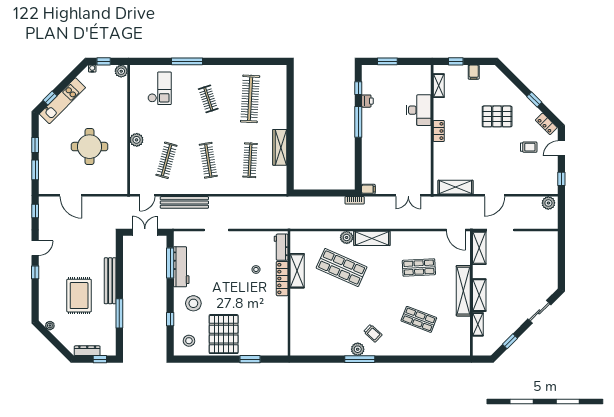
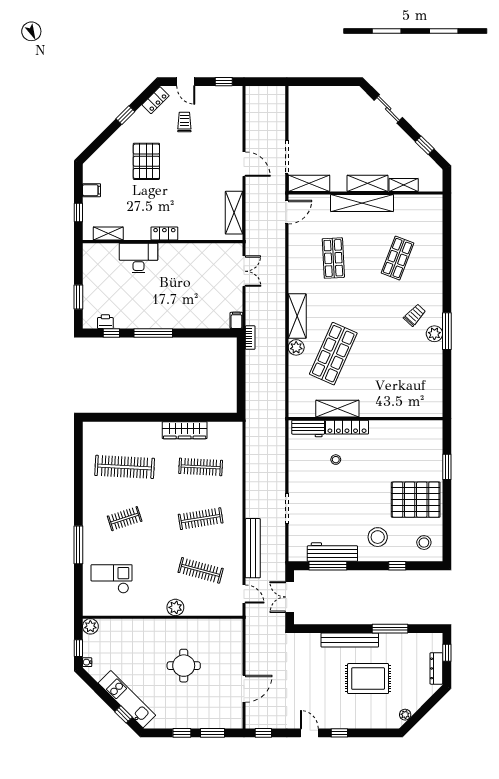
printer: (367, 101) -> (105, 322), moved
round table: (89, 147) -> (184, 666), width x0.73, depth x0.73
plant: (548, 203) -> (254, 98), removed

